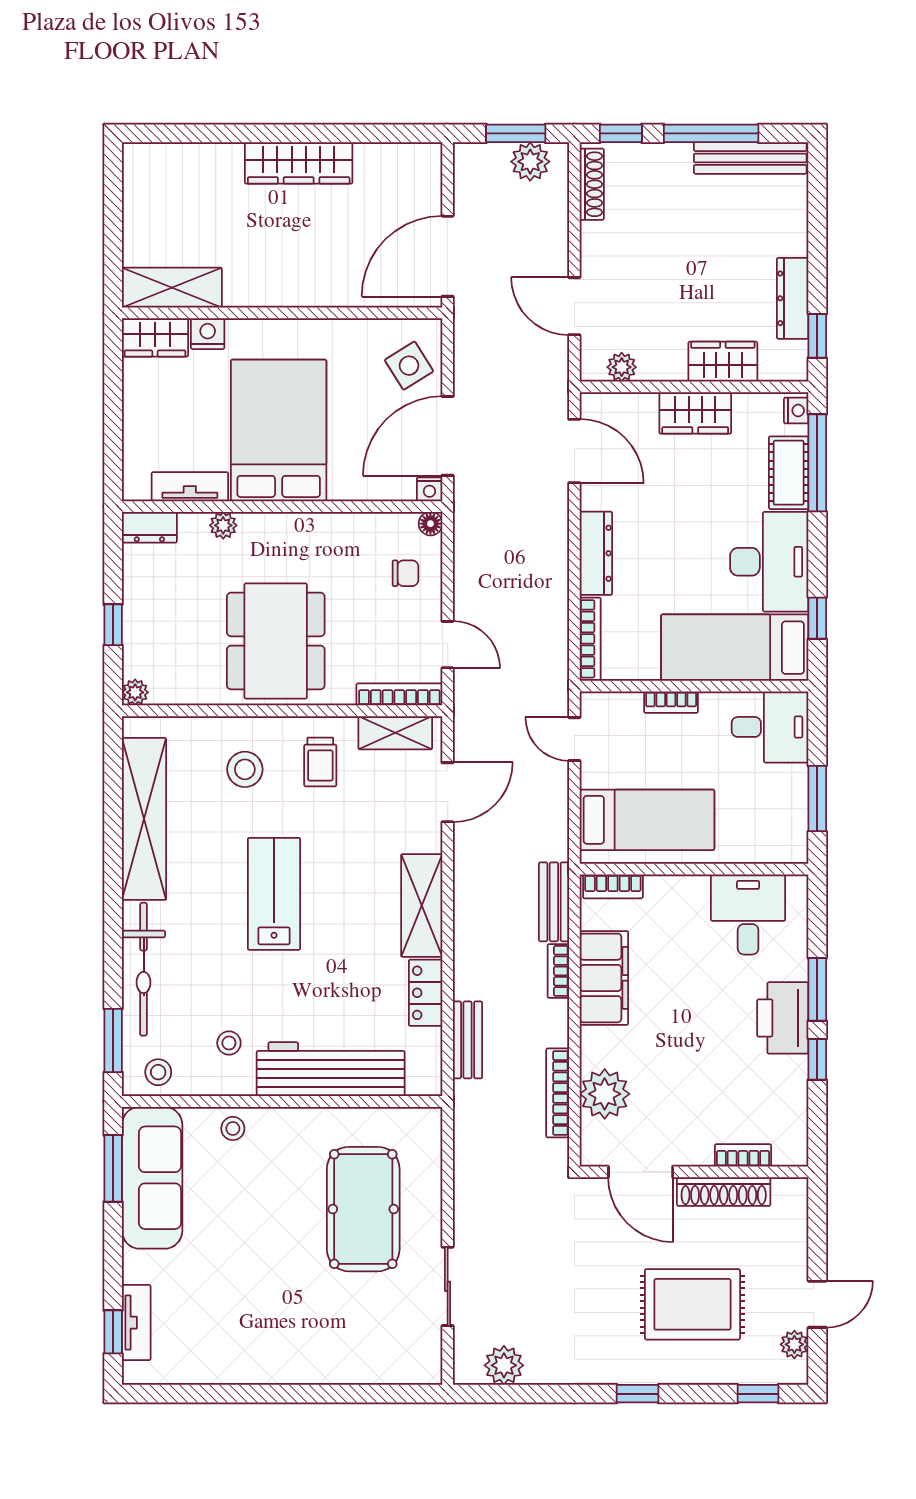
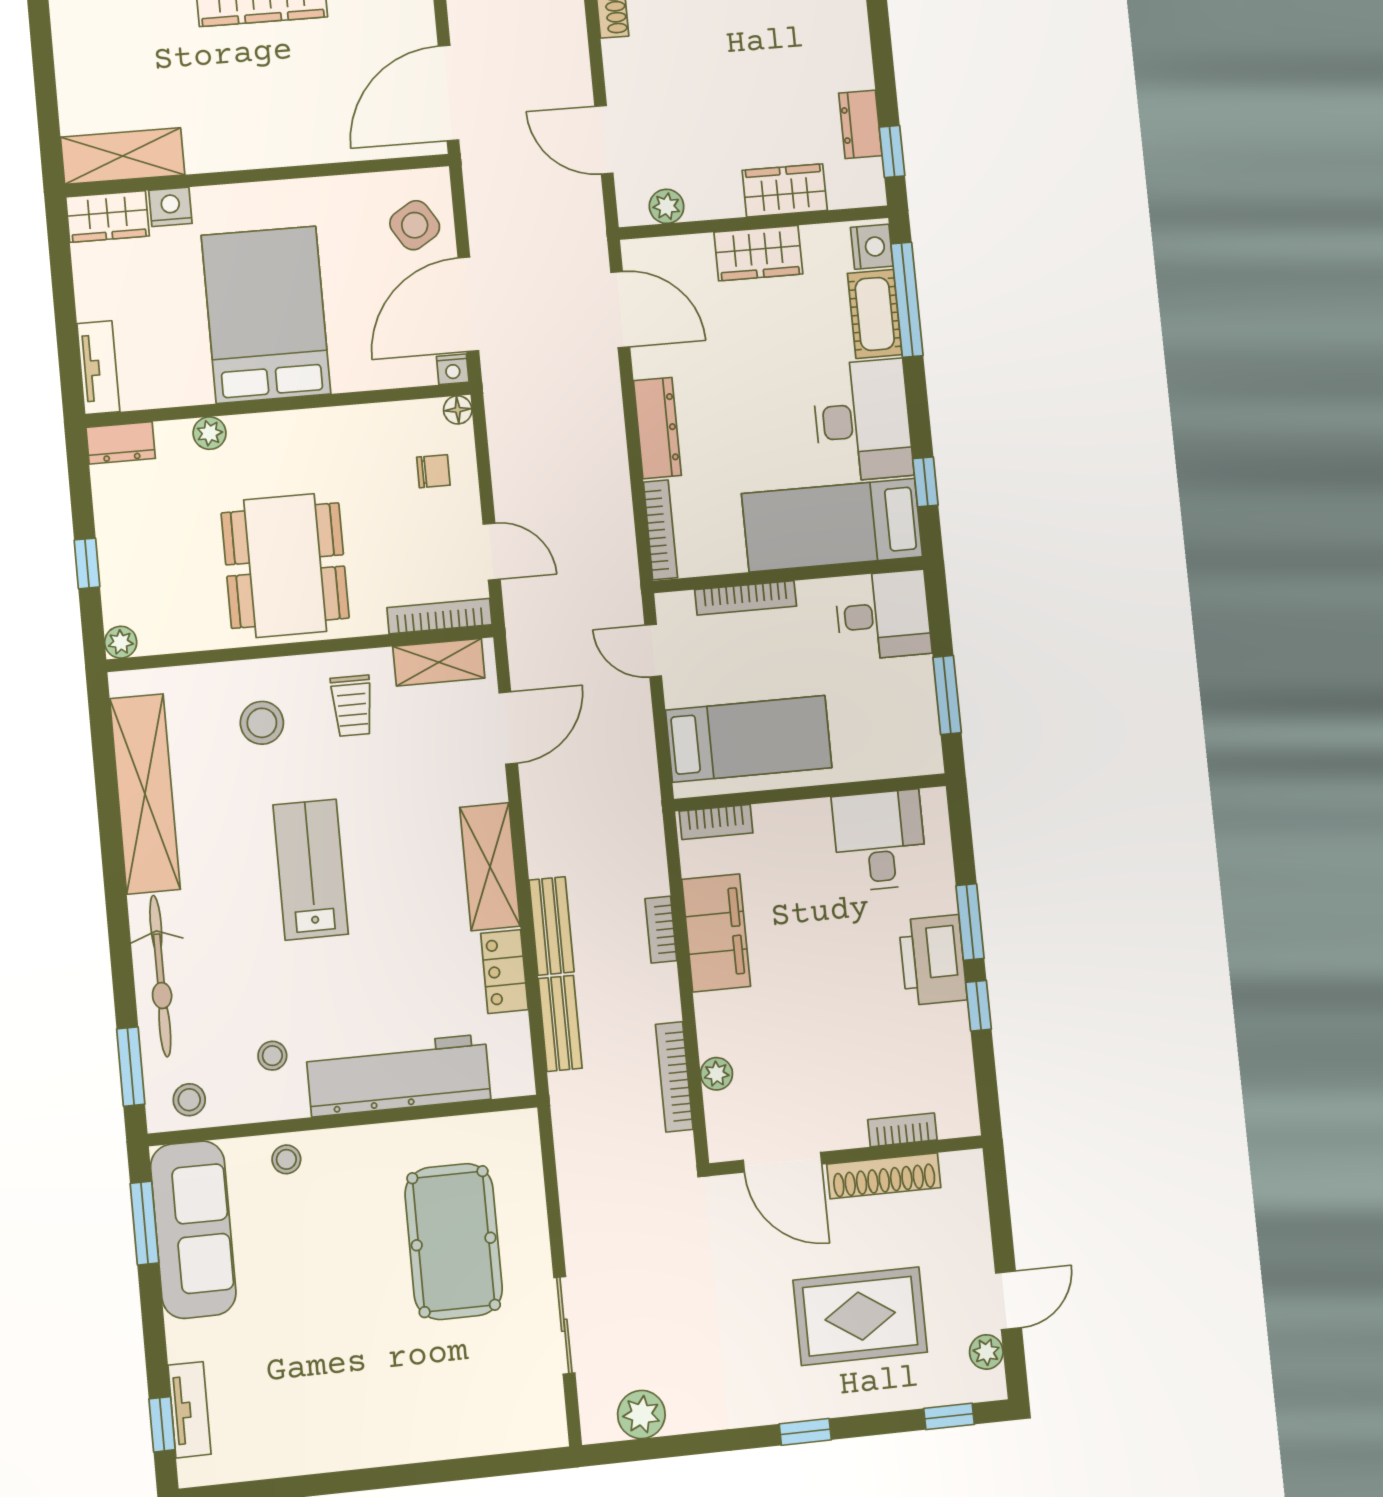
dresser: (793, 298) -> (860, 124), width x0.70
nightstand: (796, 411) -> (872, 247), width x1.39, depth x1.35
tv unit: (190, 487) -> (98, 368), moved, turned 90
bookcase: (671, 702) -> (746, 598), width x1.56
bench: (554, 902) -> (551, 926), moved
plant: (605, 1094) -> (717, 1074), width x0.53, depth x0.53

